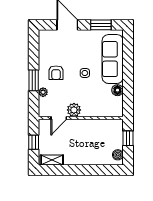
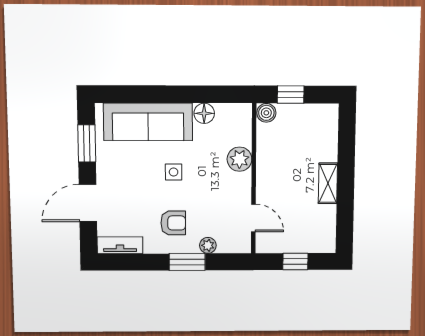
tv unit: (43, 43) -> (120, 245), added
plant: (74, 110) -> (239, 159), moved
boiler: (118, 155) -> (266, 113), moved
shelving: (52, 160) -> (328, 183), moved

